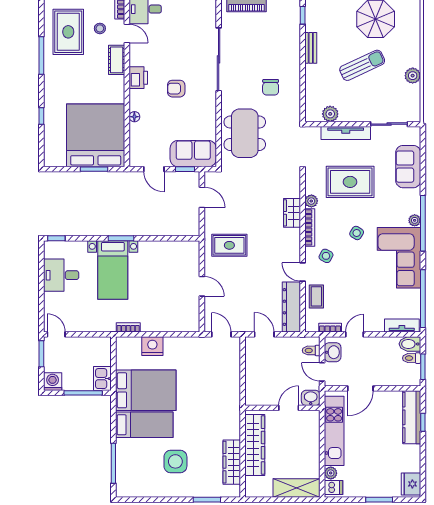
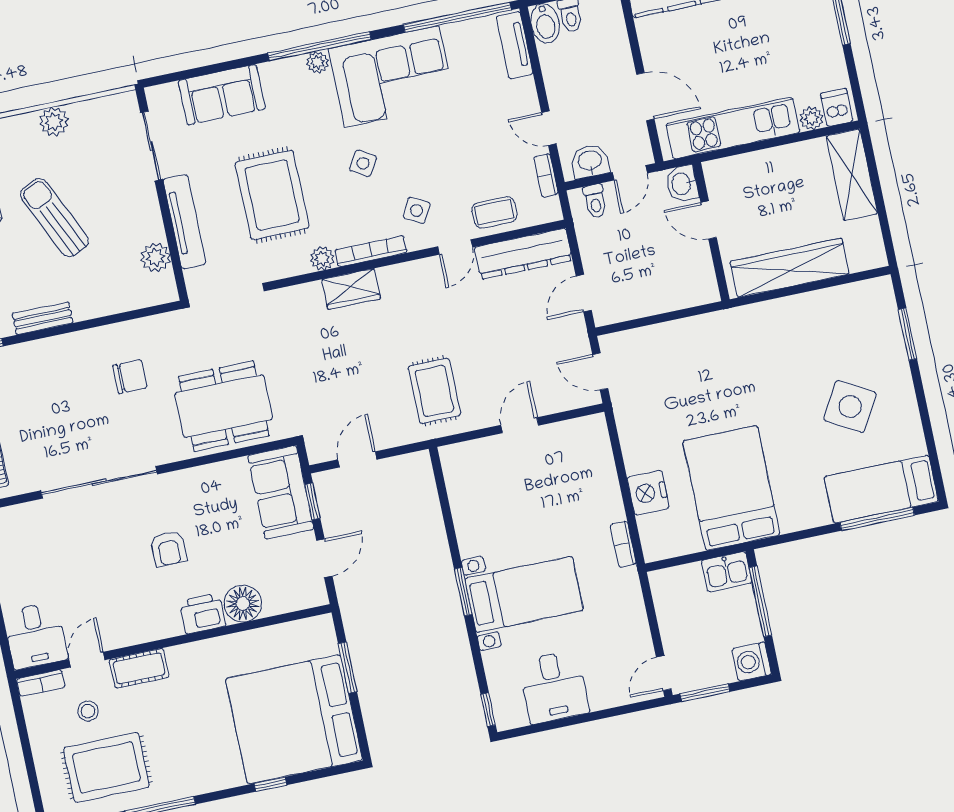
printer: (138, 78) -> (203, 614), moved
floor lamp: (134, 117) -> (243, 604), width x1.89, depth x1.89
bed: (96, 135) -> (294, 719), moved
door: (221, 334) -> (600, 371), hinge flipped
bed: (144, 425) -> (881, 489), moved, turned -90
side table: (175, 461) -> (850, 406), turned 30
wardrobe: (232, 462) -> (830, 303), removed

